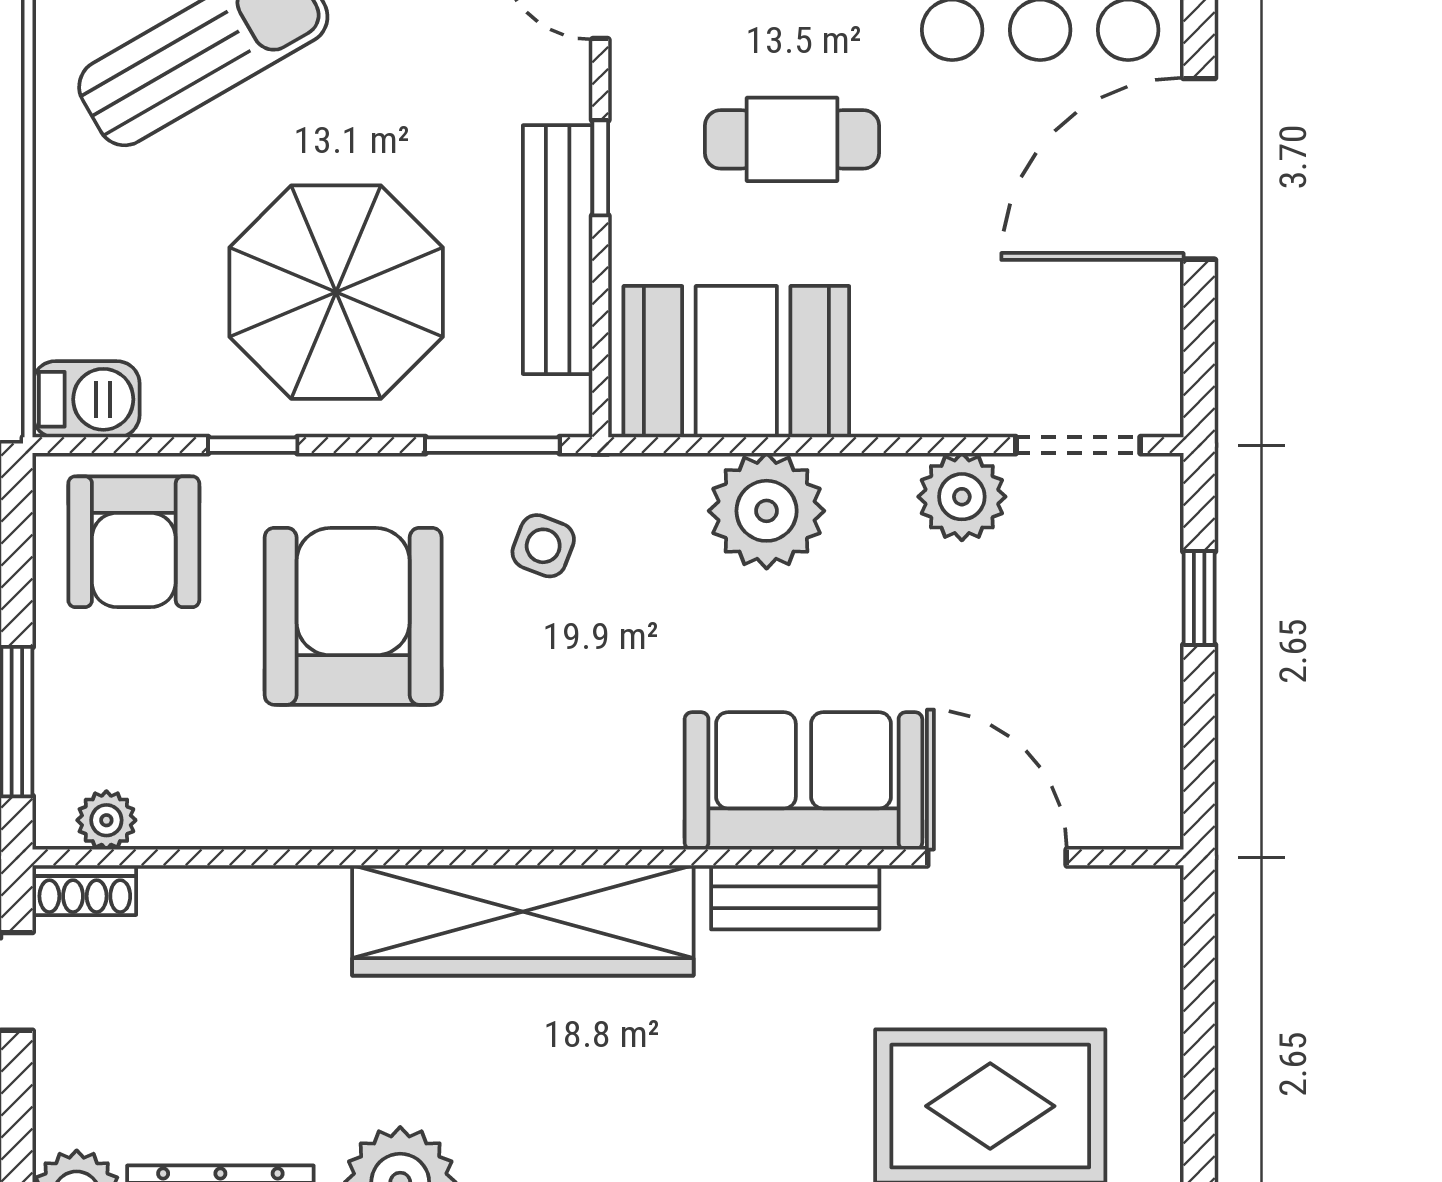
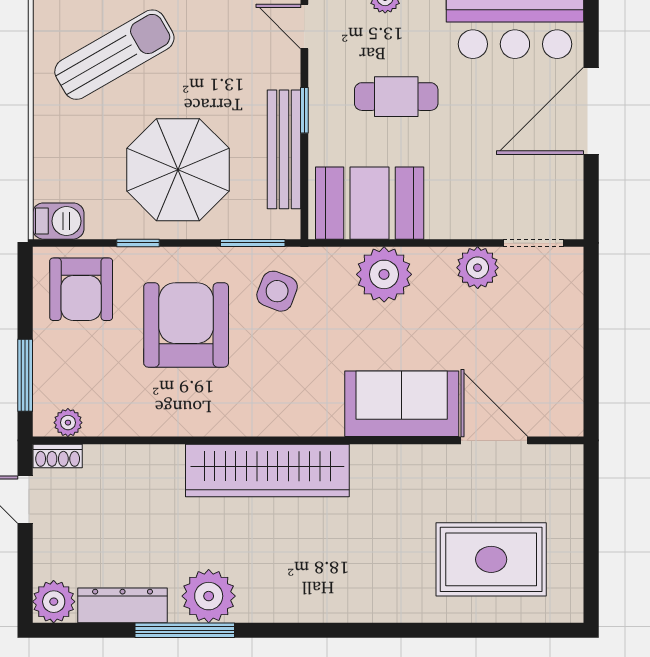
side table: (543, 546) -> (277, 291), width x1.37, depth x1.37
window: (1199, 598) -> (591, 316), removed
bench: (795, 897) -> (398, 459), removed

